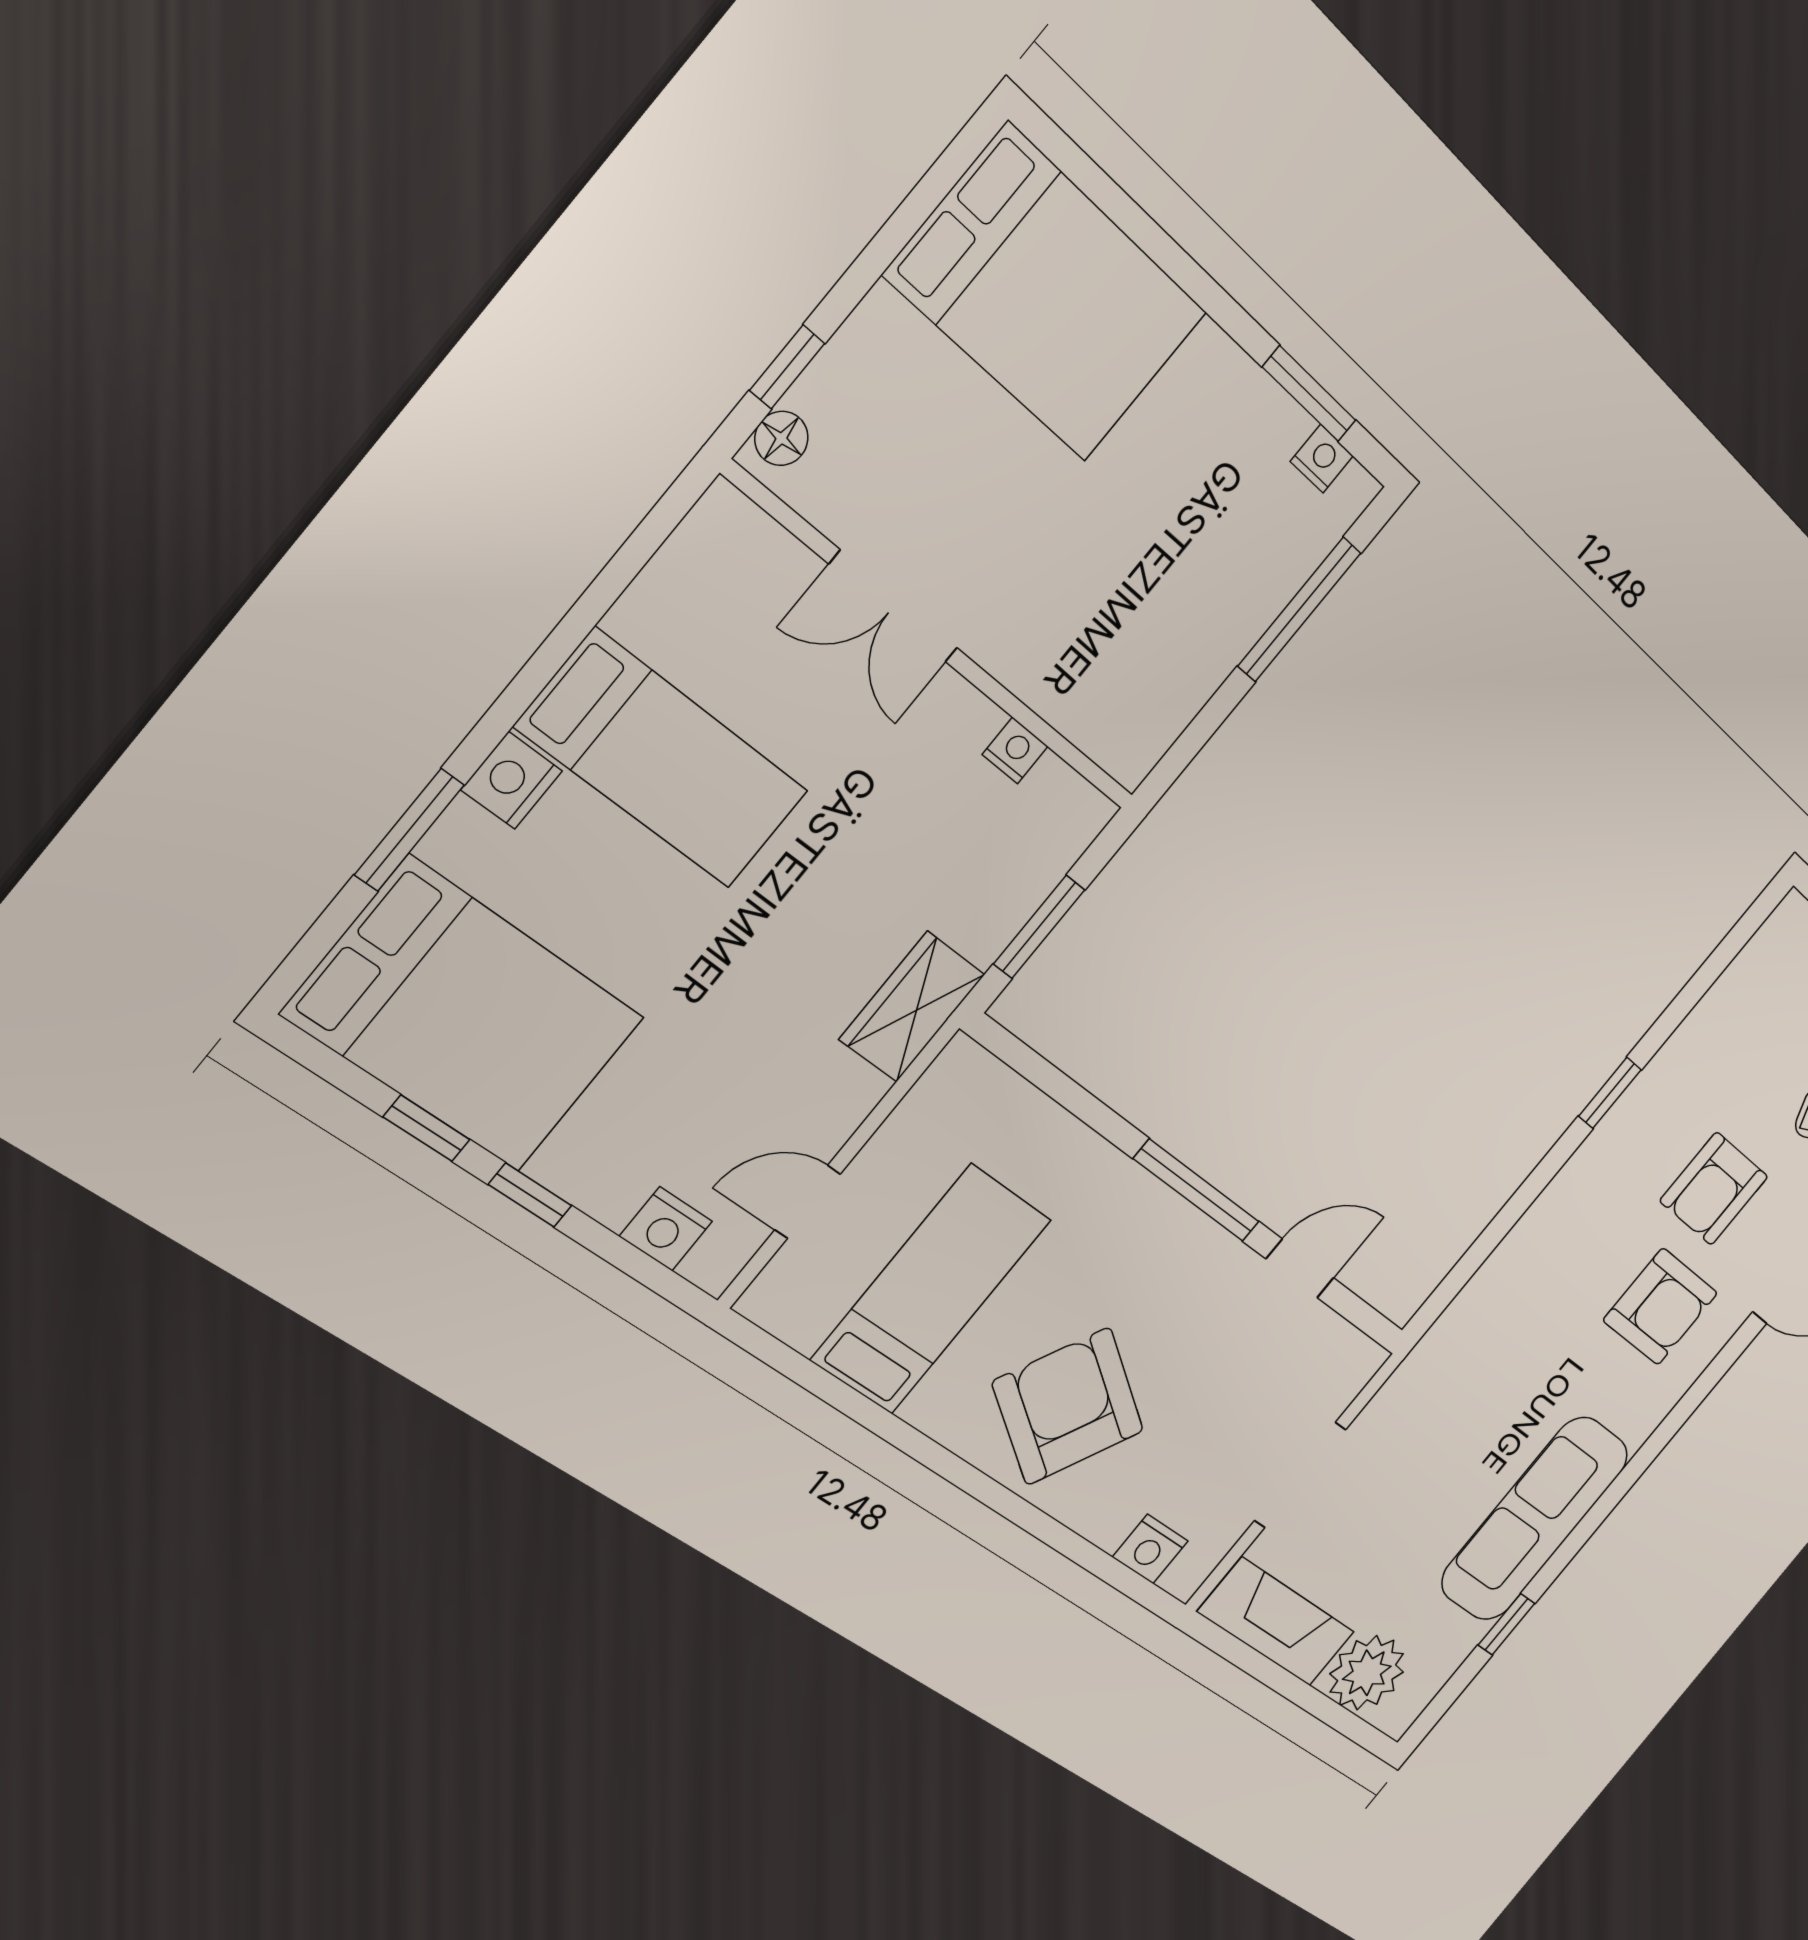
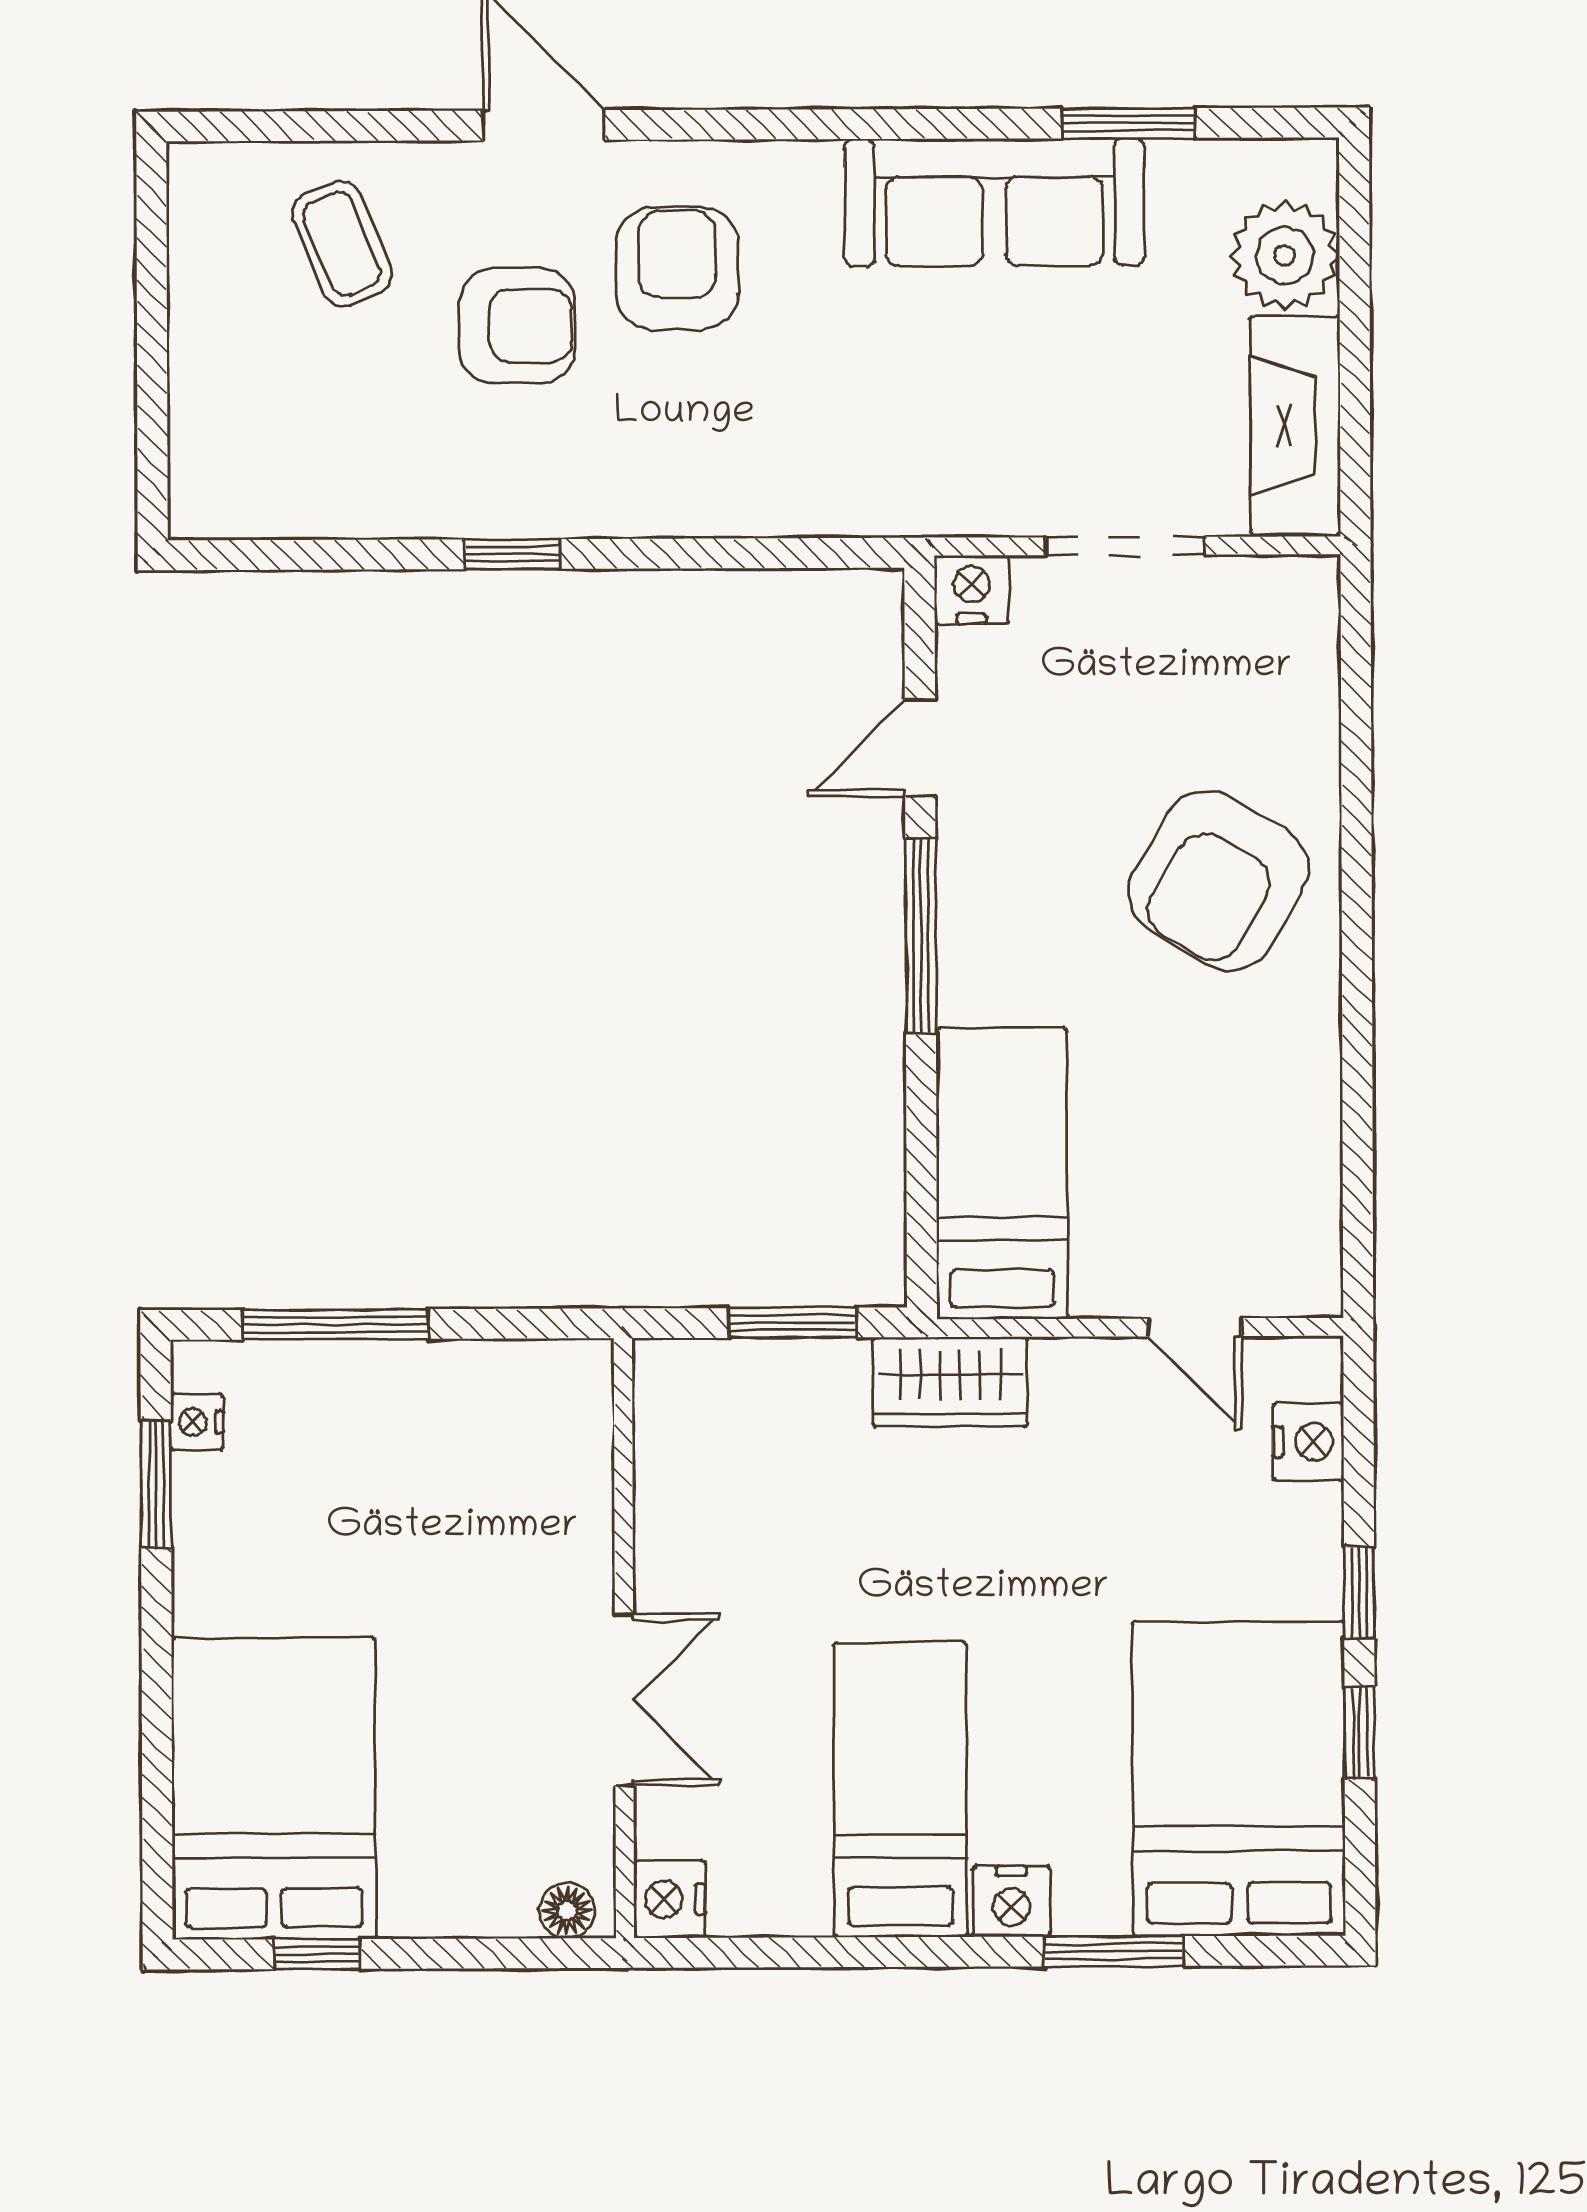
window: (787, 367) -> (317, 1954), moved
nightstand: (1015, 750) -> (669, 1899), moved, width x1.39, depth x1.35
door: (1300, 1268) -> (920, 748), hinge flipped
bed: (931, 1290) -> (1002, 1173), moved, turned 90
nightstand: (1150, 1549) -> (972, 590), moved, turned -90
window: (1506, 1624) -> (1128, 123), width x1.50

